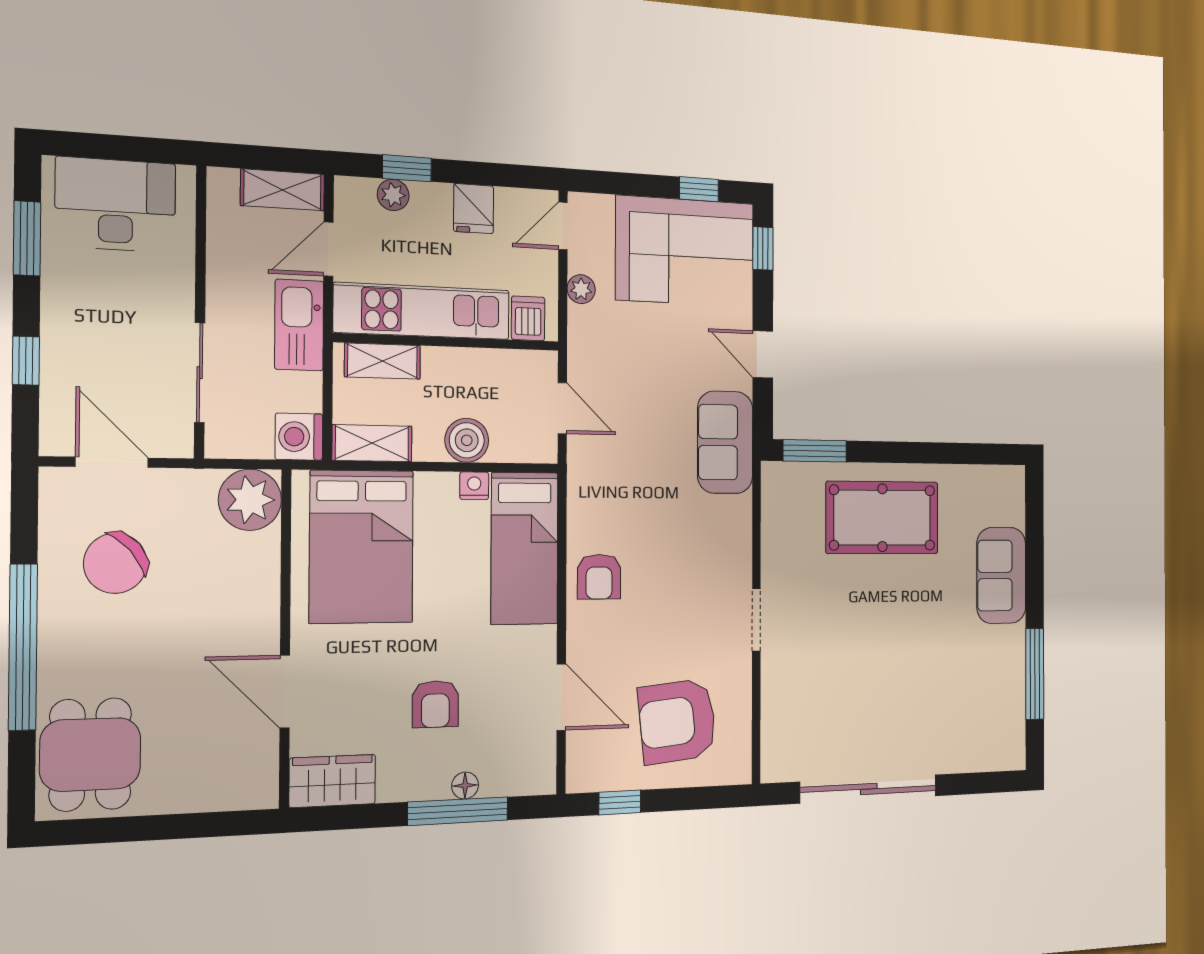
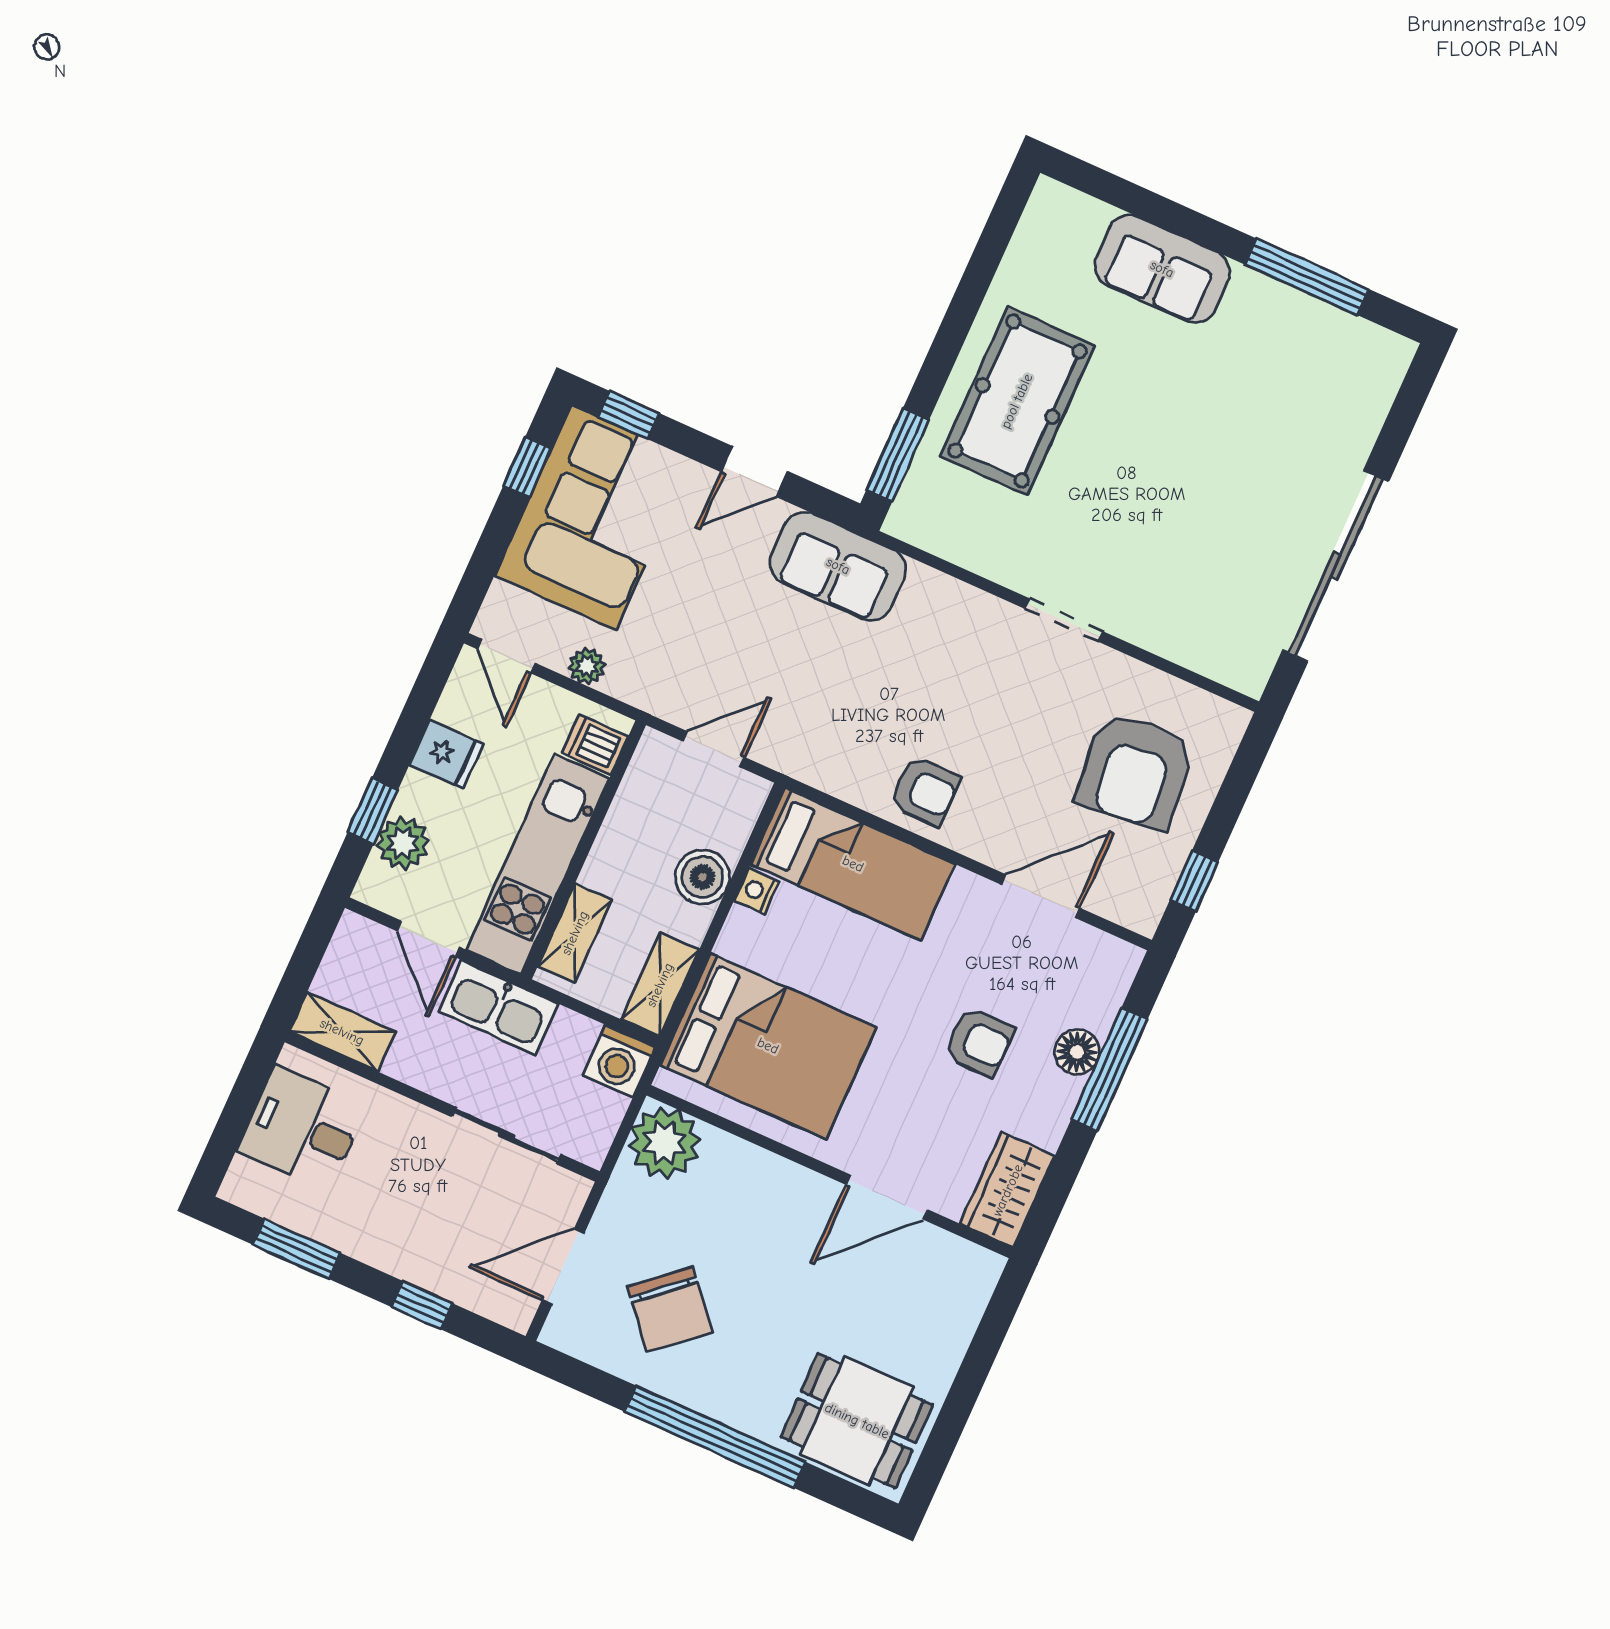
shelving: (283, 190) -> (342, 1032), moved, turned 90
plant: (393, 195) -> (403, 843), width x1.38, depth x1.38
desk: (116, 205) -> (302, 1128), width x0.73
floor lamp: (465, 785) -> (1077, 1052), width x1.37, depth x1.37

